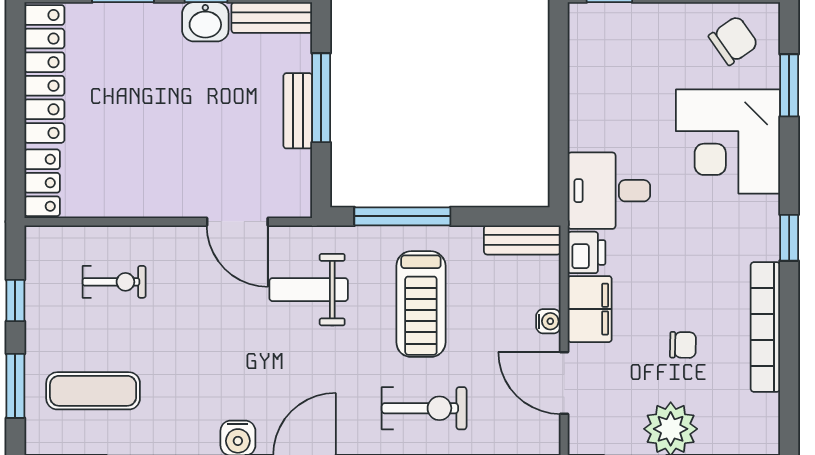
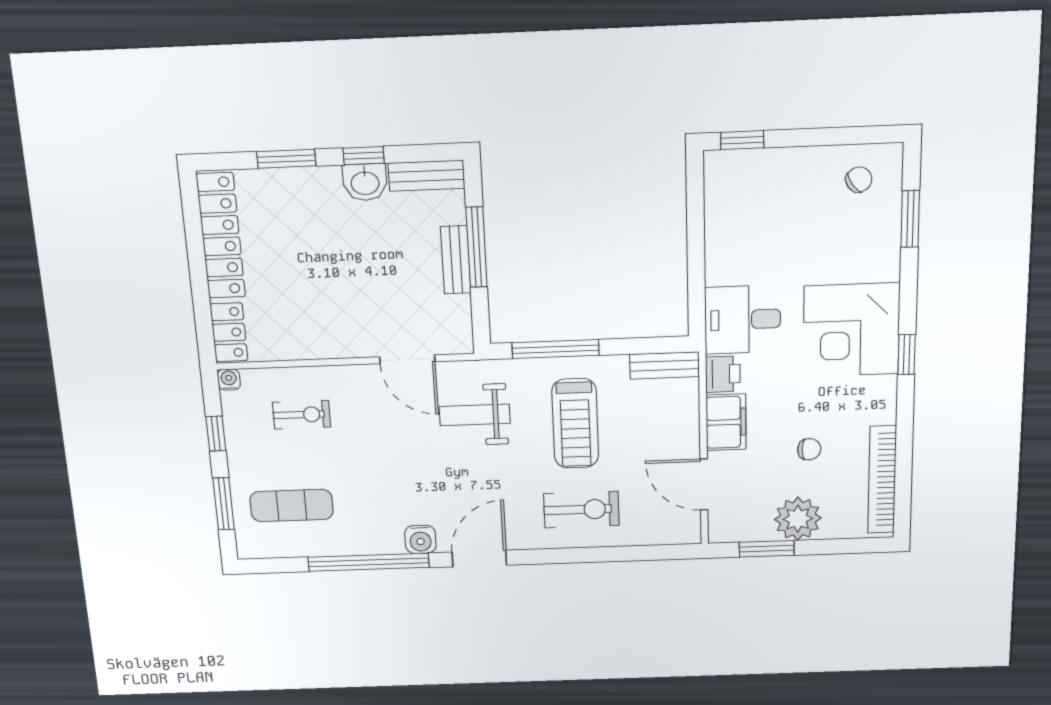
chair: (733, 40) -> (859, 180), width x0.73, depth x0.73
corner desk: (728, 142) -> (851, 330), moved
water cooler: (548, 321) -> (229, 380), moved, turned -90
bookcase: (765, 327) -> (882, 480), moved

